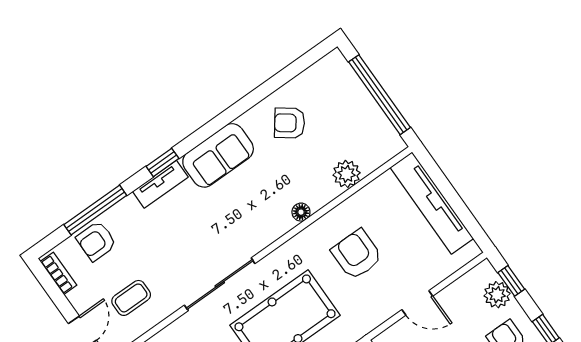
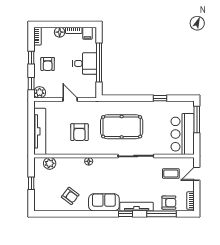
window: (379, 95) -> (31, 183), width x0.32
plant: (347, 174) -> (50, 163), moved
tv unit: (160, 184) -> (137, 207), width x1.41
plant: (497, 295) -> (40, 92), moved

